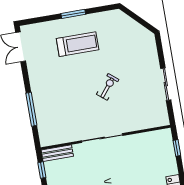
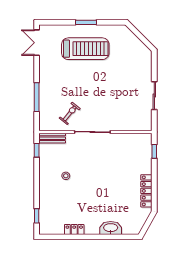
treadmill: (78, 44) -> (85, 49), width x1.37, depth x1.37
exercise bike: (108, 87) -> (70, 113), moved

